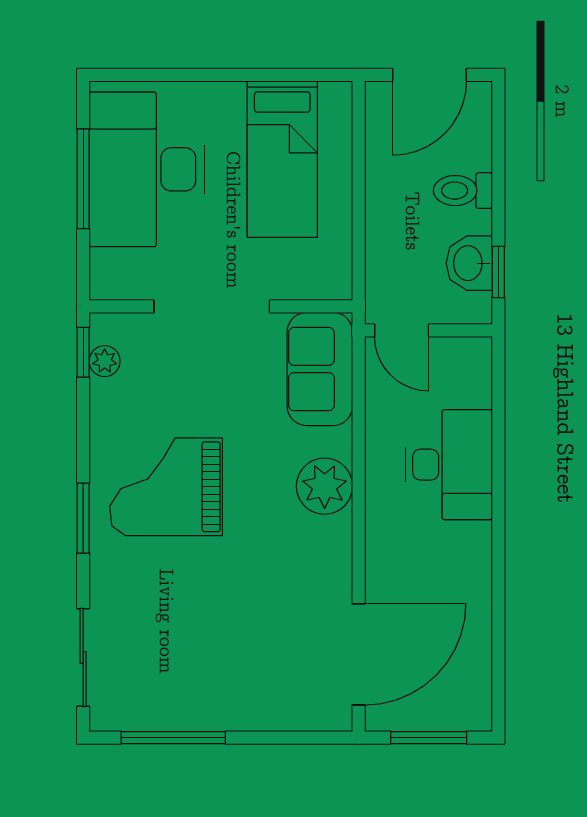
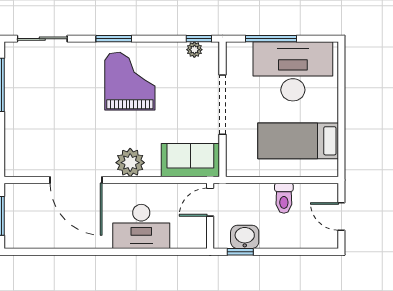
door: (429, 75) -> (341, 216), width x0.73
window: (83, 179) -> (271, 39), moved
toilet: (463, 191) -> (284, 198), moved, turned 180
door: (359, 654) -> (76, 180), moved

